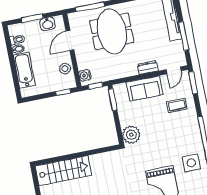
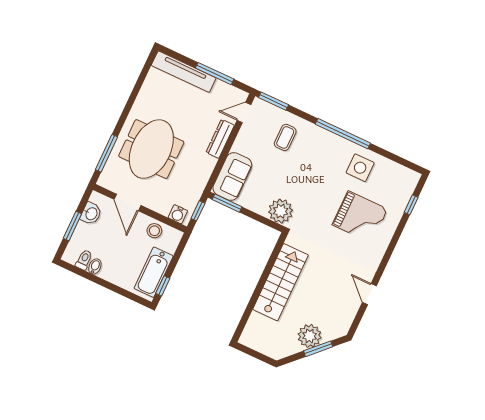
meeting table: (112, 31) -> (151, 149), turned 90
dresser: (148, 68) -> (220, 139), width x1.44
bathtub: (24, 70) -> (154, 272), moved, turned -90
door: (174, 70) -> (244, 113), swing flipped
sofa: (145, 88) -> (232, 176), moved
window: (63, 92) -> (163, 286), moved
stairs: (63, 171) -> (281, 282), moved

